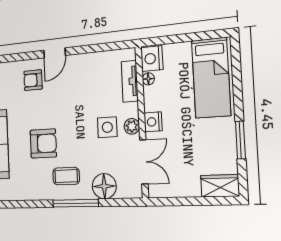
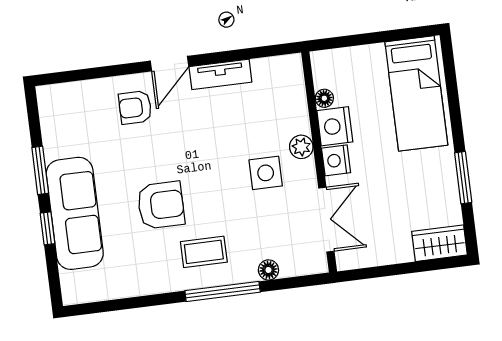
nightstand: (152, 59) -> (335, 126), moved
tv unit: (130, 81) -> (220, 74), moved, turned -90
plant: (132, 126) -> (301, 147), moved
floor lamp: (104, 186) -> (268, 270), width x0.53, depth x0.53

